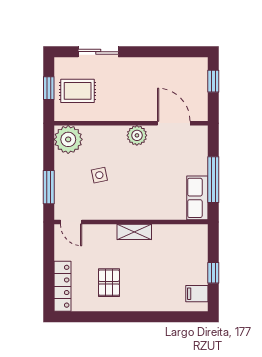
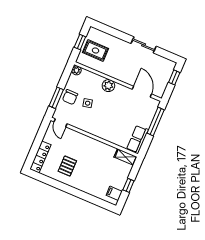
sliding door: (98, 52) -> (144, 45), moved
plant: (137, 135) -> (108, 86), moved
plant: (68, 139) -> (77, 70), width x0.53, depth x0.53
chair: (69, 177) -> (70, 97), added
window: (213, 180) -> (156, 122), moved
shelving: (134, 232) -> (126, 157), moved

